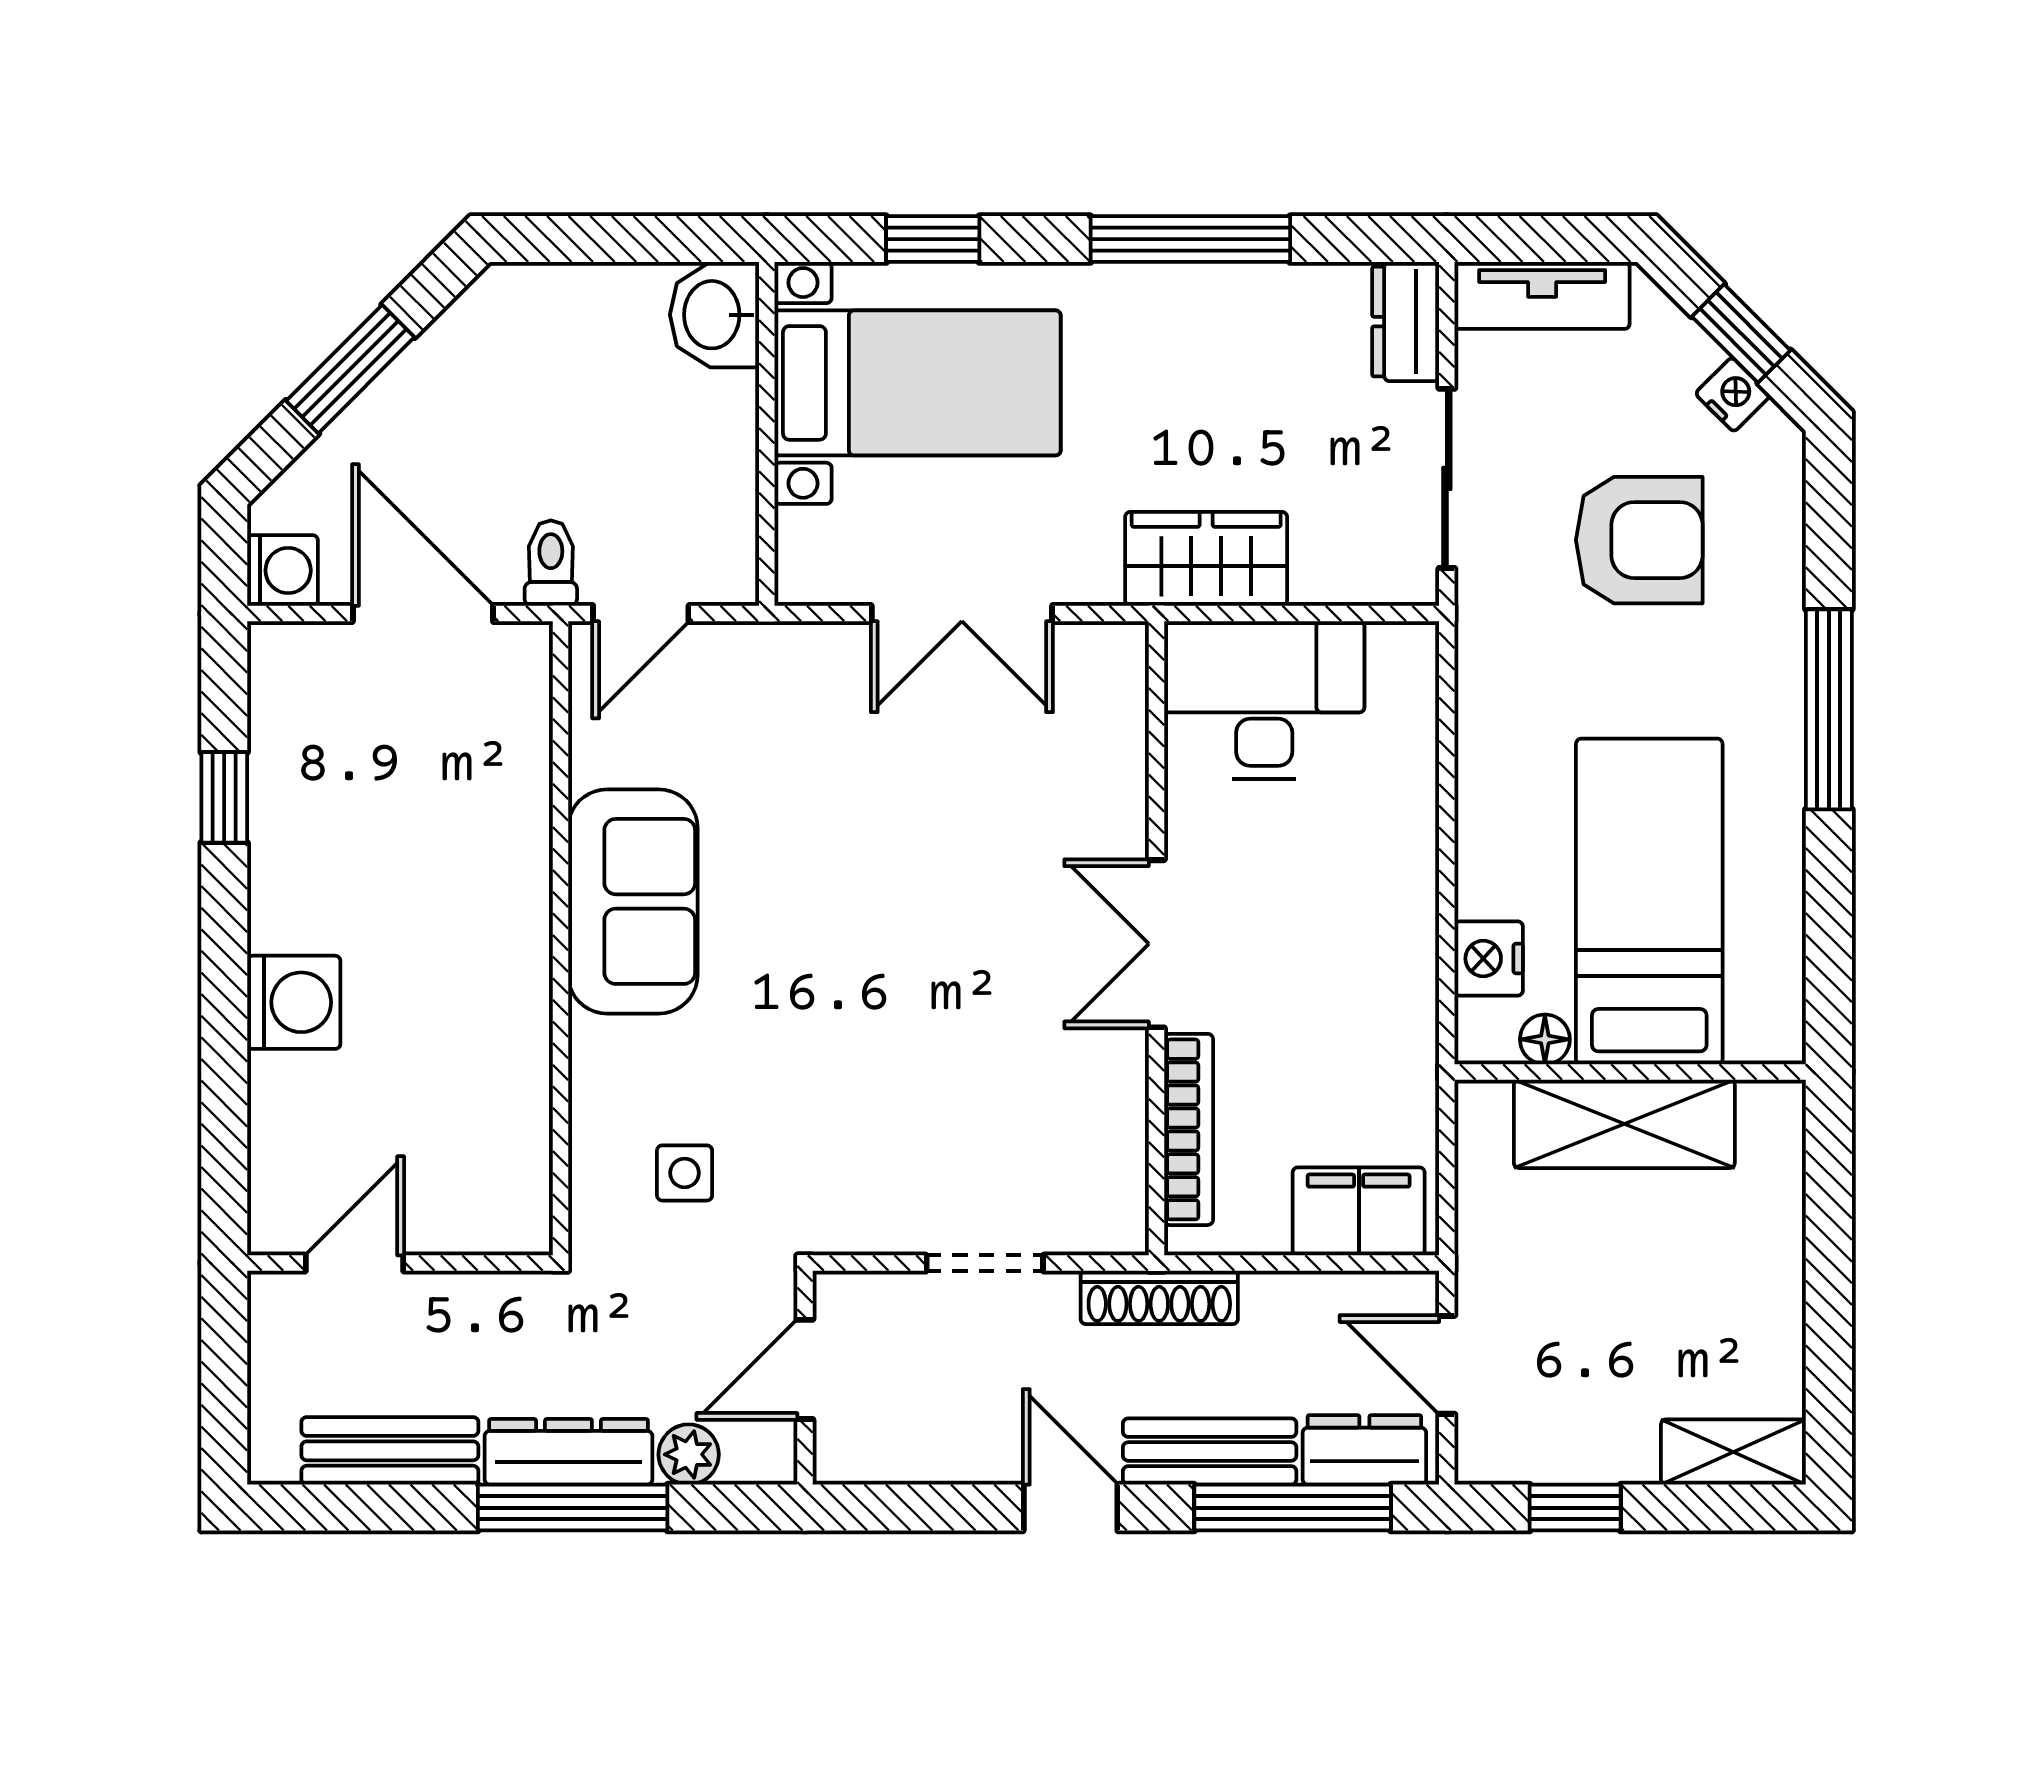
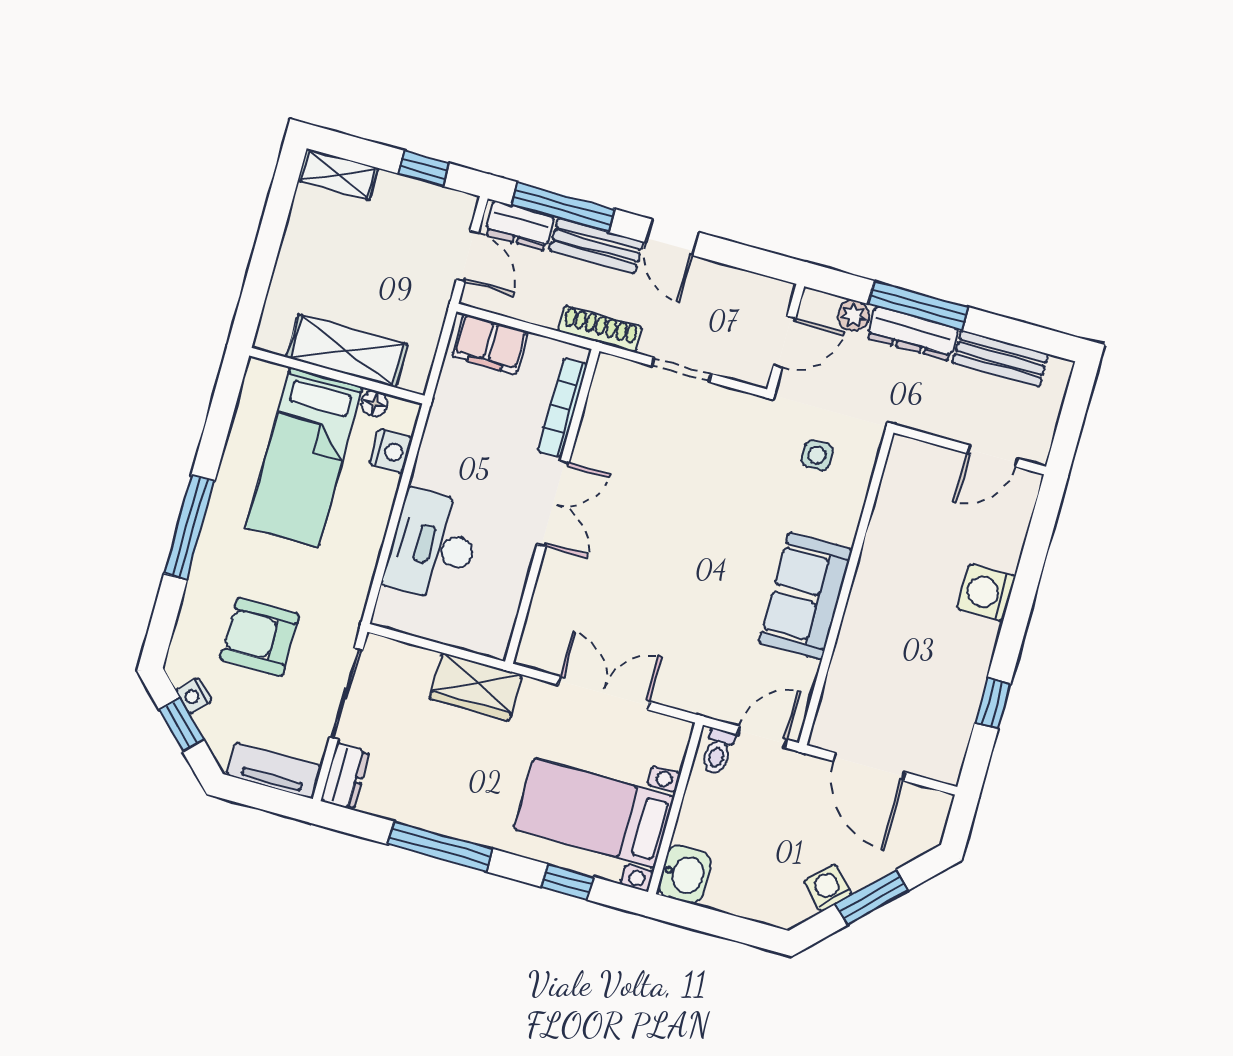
toilet: (551, 563) -> (718, 752), moved
washing machine: (282, 570) -> (828, 888), moved, turned 45
desk: (1264, 700) -> (433, 546), moved, turned 90

